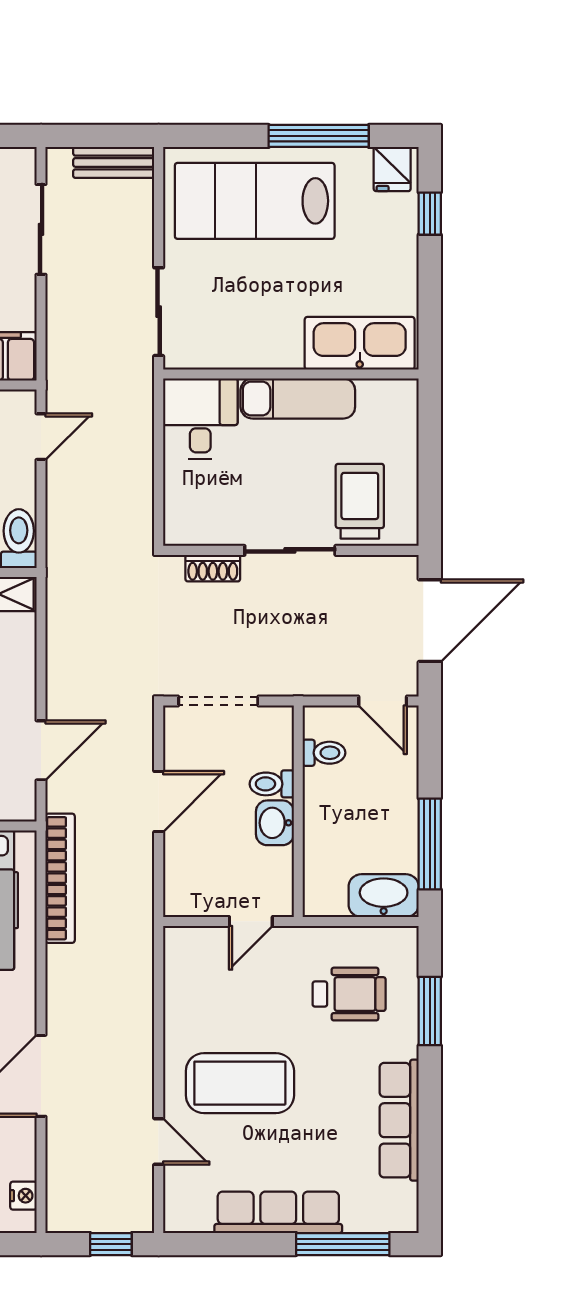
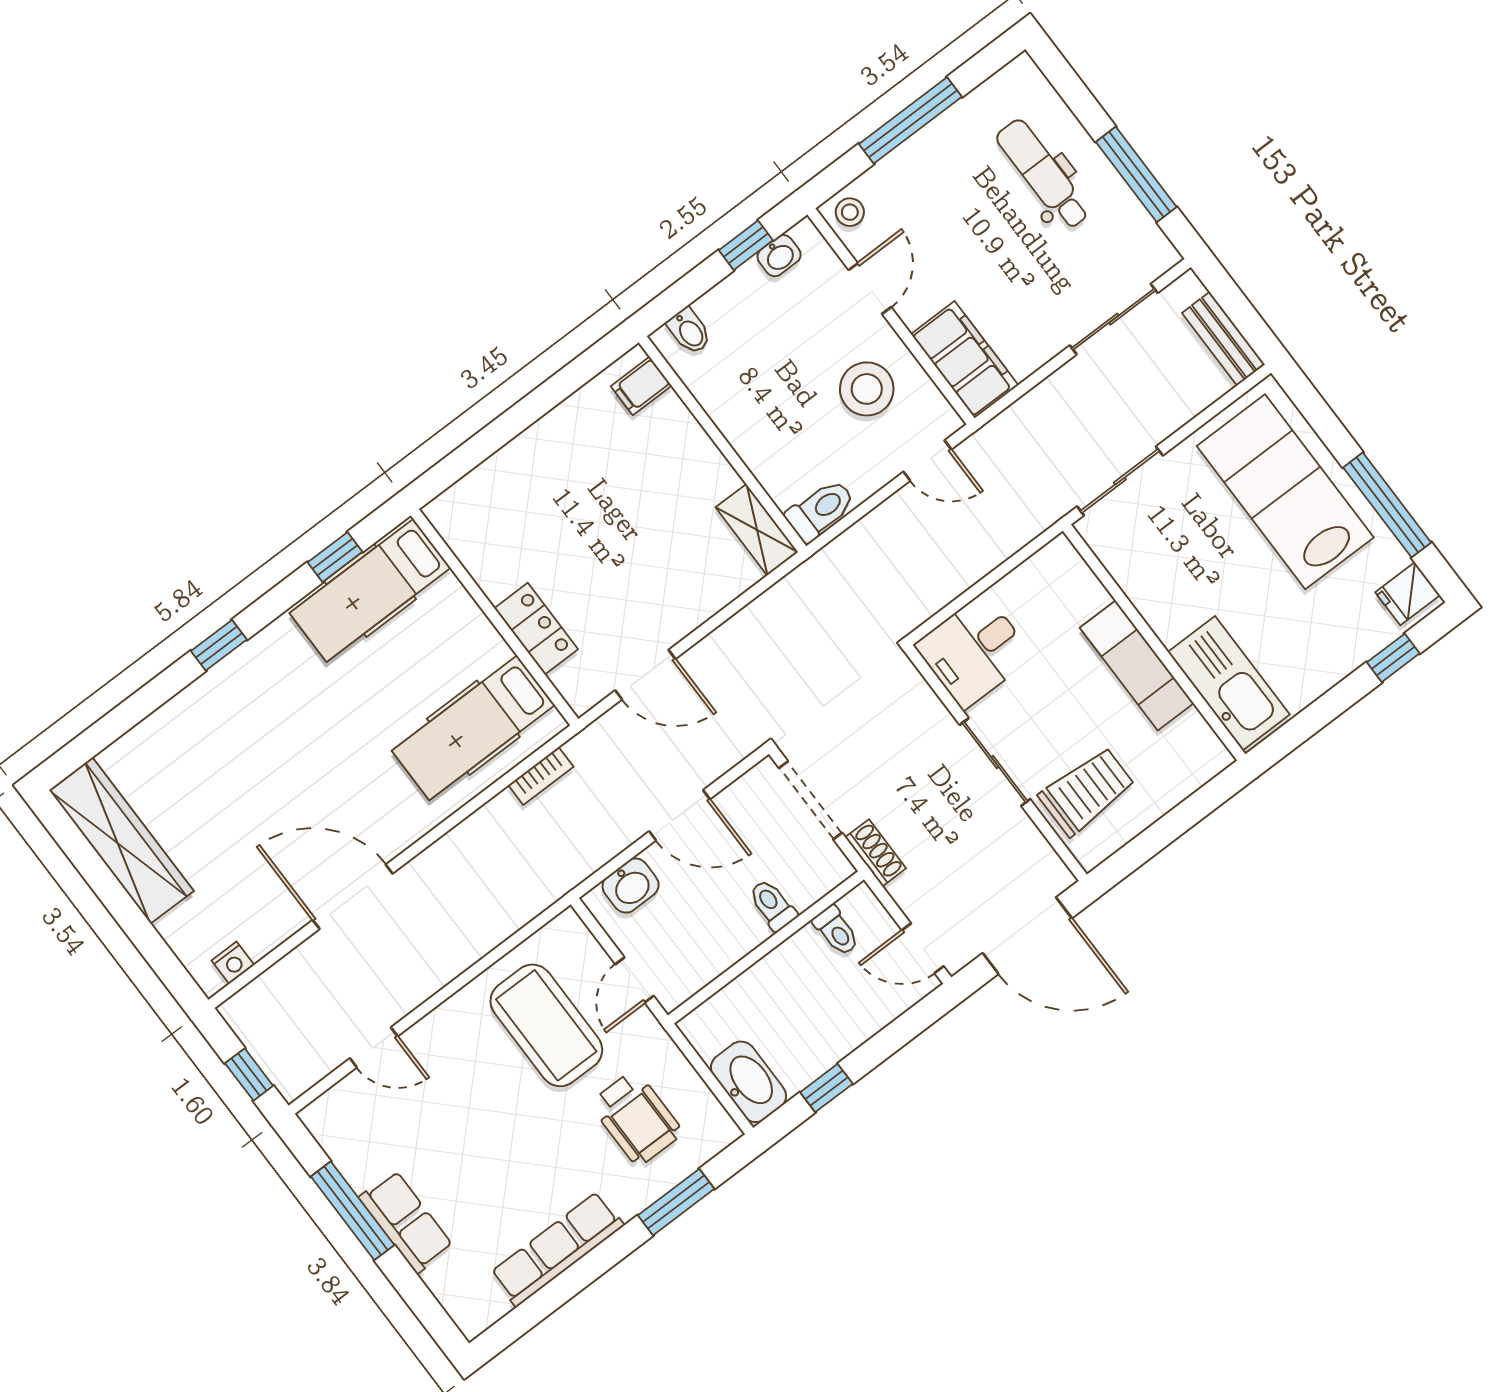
desk: (200, 419) -> (974, 651), moved, turned 180
shoe rack: (213, 568) -> (876, 853), moved, turned 180
door: (383, 701) -> (923, 948), hinge flipped
washbasin: (275, 823) -> (631, 886), moved, turned 180
window: (430, 844) -> (826, 1088), width x0.46
bookcase: (60, 878) -> (541, 776), width x0.43, depth x0.76
door: (251, 921) -> (635, 980), hinge flipped
coffee table: (240, 1083) -> (546, 1025), moved
door: (159, 1142) -> (374, 1047), hinge flipped
row of seats: (278, 1212) -> (406, 1222), width x0.68
window: (343, 1244) -> (353, 1211), moved

